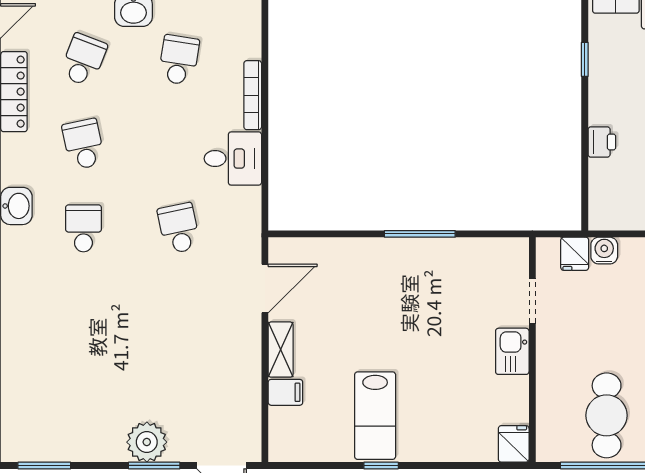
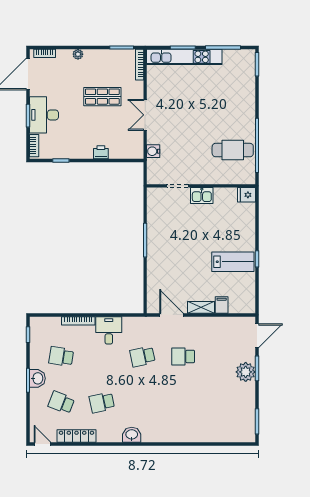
school desk: (83, 228) -> (183, 356), moved
fridge: (575, 254) -> (155, 165), removed

